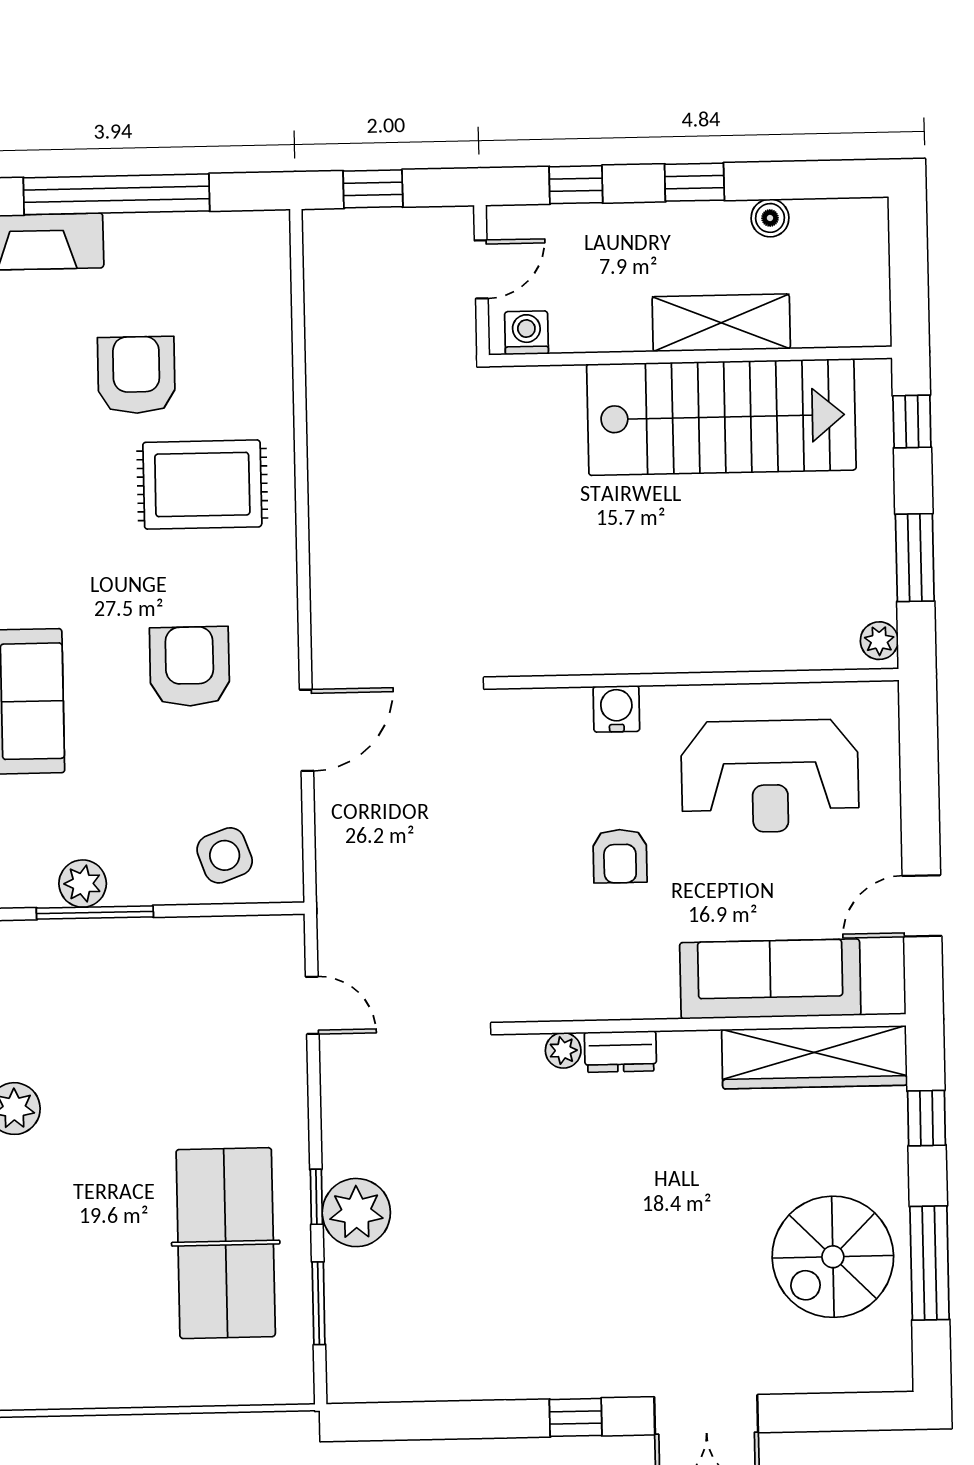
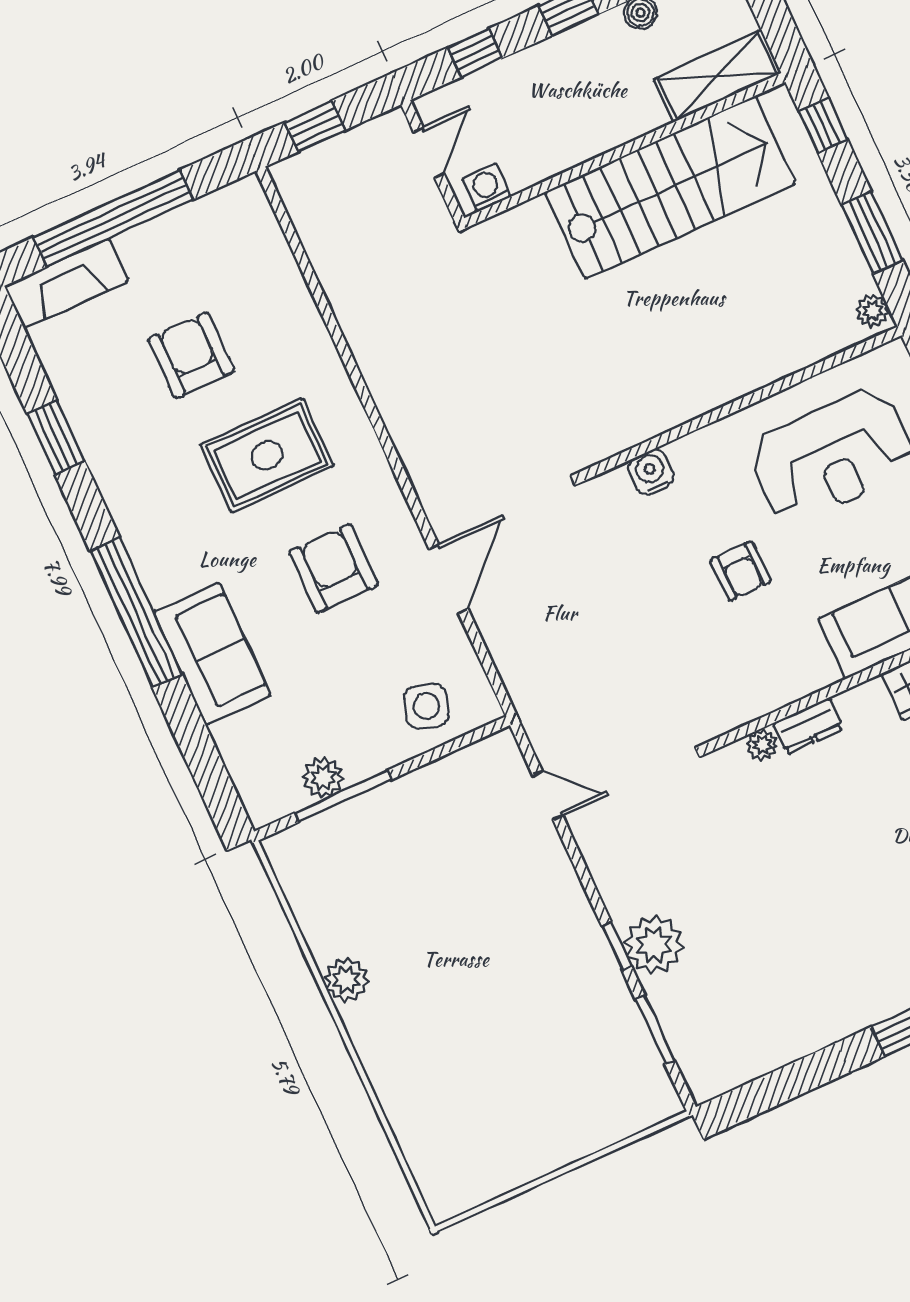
shelving: (721, 323) -> (718, 76), moved
rug: (202, 485) -> (267, 455), moved
water cooler: (616, 709) -> (651, 472), moved
side table: (225, 855) -> (426, 706), turned 38
table tennis table: (226, 1243) -> (560, 1014), removed

